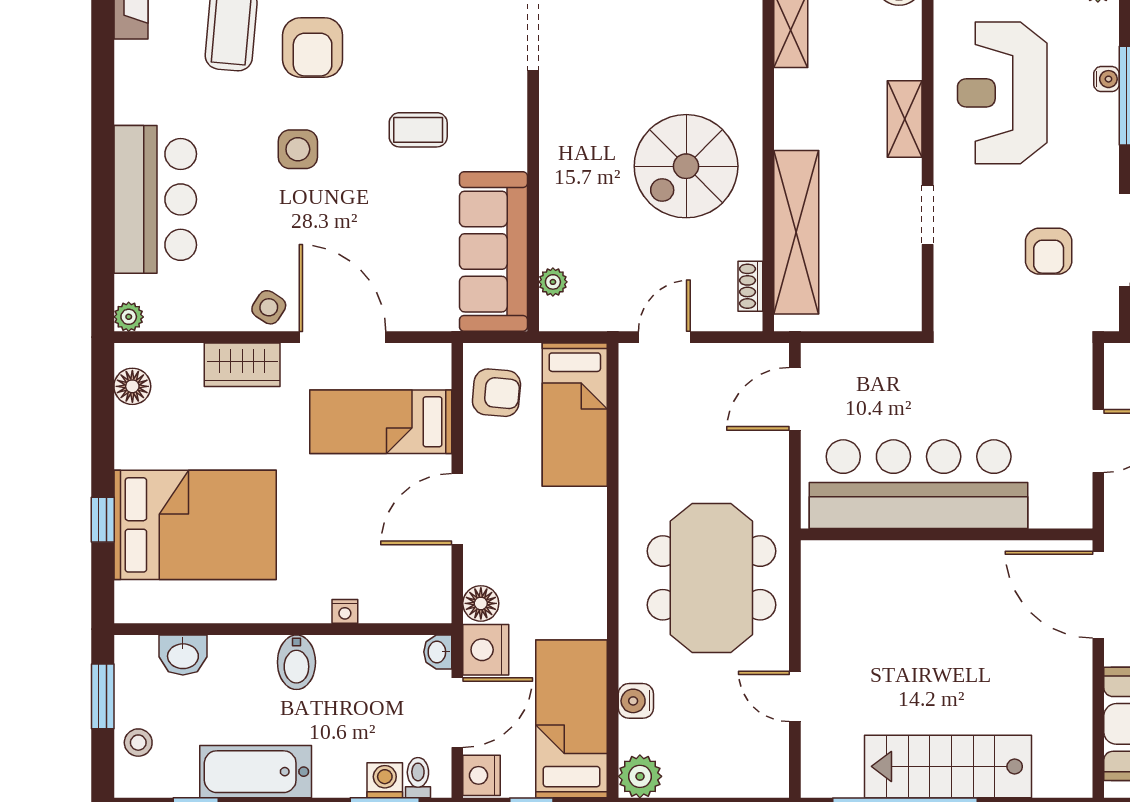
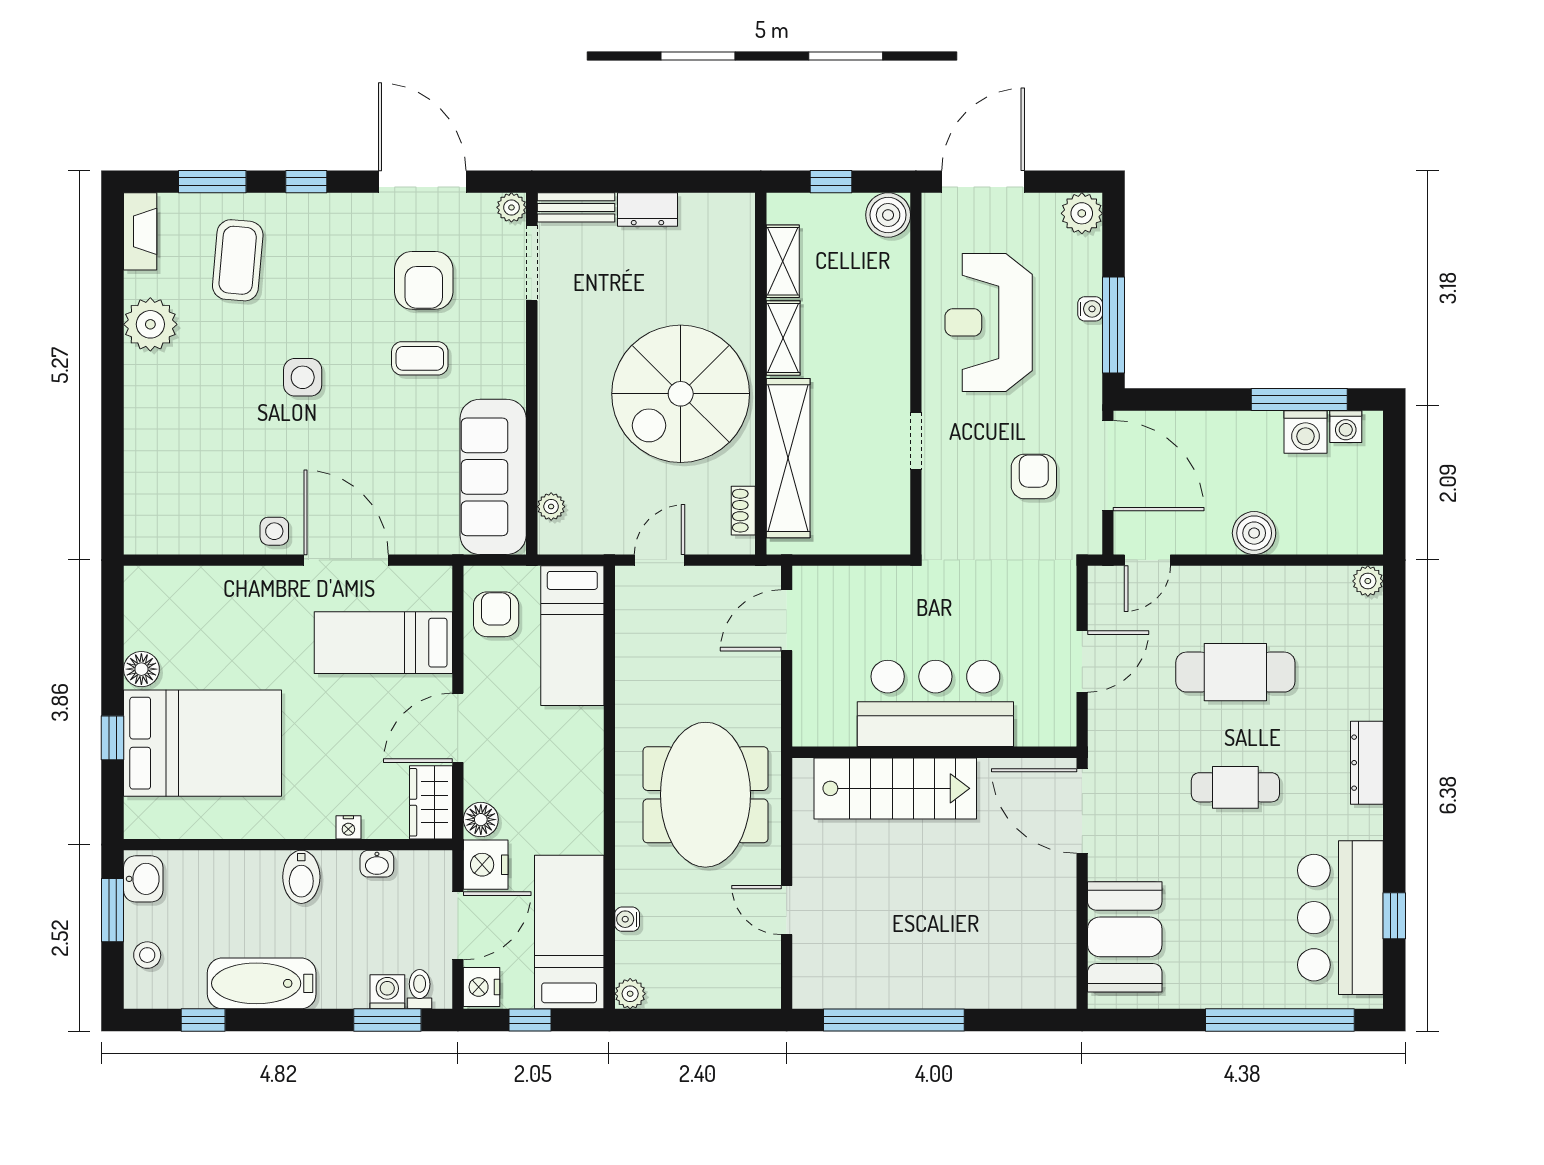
armchair: (313, 47) -> (424, 280), moved
shelving: (905, 119) -> (783, 338), moved
spiral stairs: (686, 166) -> (681, 394), width x1.37, depth x1.37
bar counter: (155, 199) -> (164, 426), removed
armchair: (1049, 251) -> (1034, 476), turned 180
side table: (269, 307) -> (274, 531), turned -33
plant: (129, 317) -> (150, 324), moved, width x1.87, depth x1.87
wardrobe: (242, 365) -> (431, 802), moved, turned 90
floor lamp: (132, 386) -> (141, 669), moved
armchair: (496, 393) -> (496, 614), turned -95
bar counter: (919, 484) -> (935, 703), width x0.73
washbasin: (438, 652) -> (377, 864), moved, turned -90
washbasin: (183, 655) -> (143, 879), moved, turned -90
water cooler: (636, 701) -> (627, 919), width x0.72, depth x0.72
stairs: (948, 766) -> (895, 788), moved, turned 180
plant: (640, 776) -> (630, 994), width x0.73, depth x0.73

